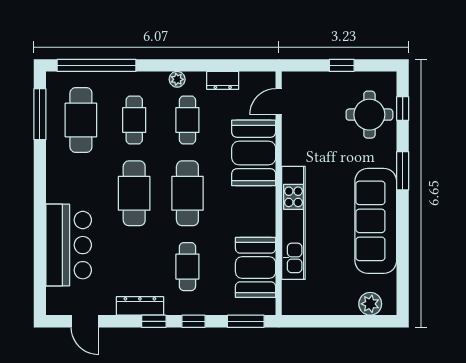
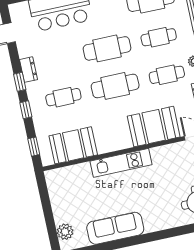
window: (403, 171) -> (164, 234), removed
sofa: (376, 221) -> (115, 228), width x0.74, depth x0.79
kitchen unit: (293, 223) -> (121, 163), width x0.73
dresser: (140, 306) -> (28, 70), width x0.70
window: (246, 321) -> (34, 147), width x0.67

